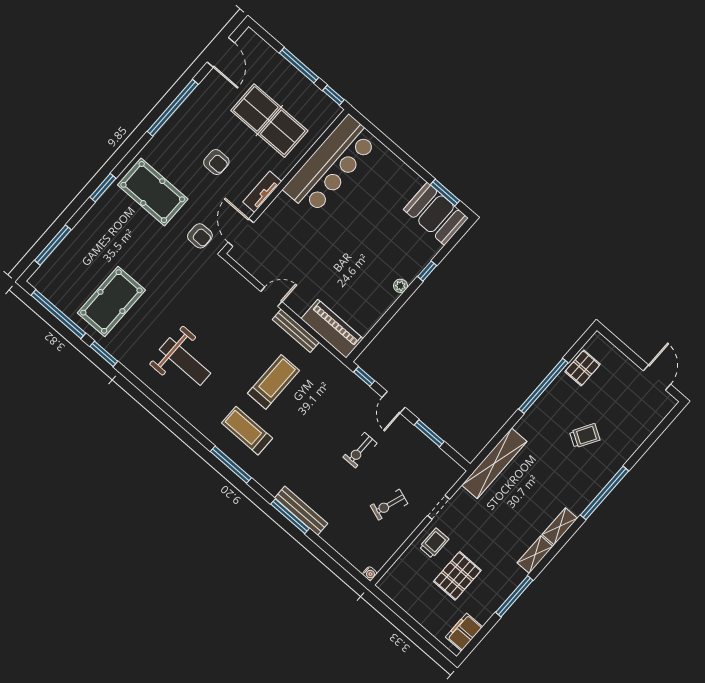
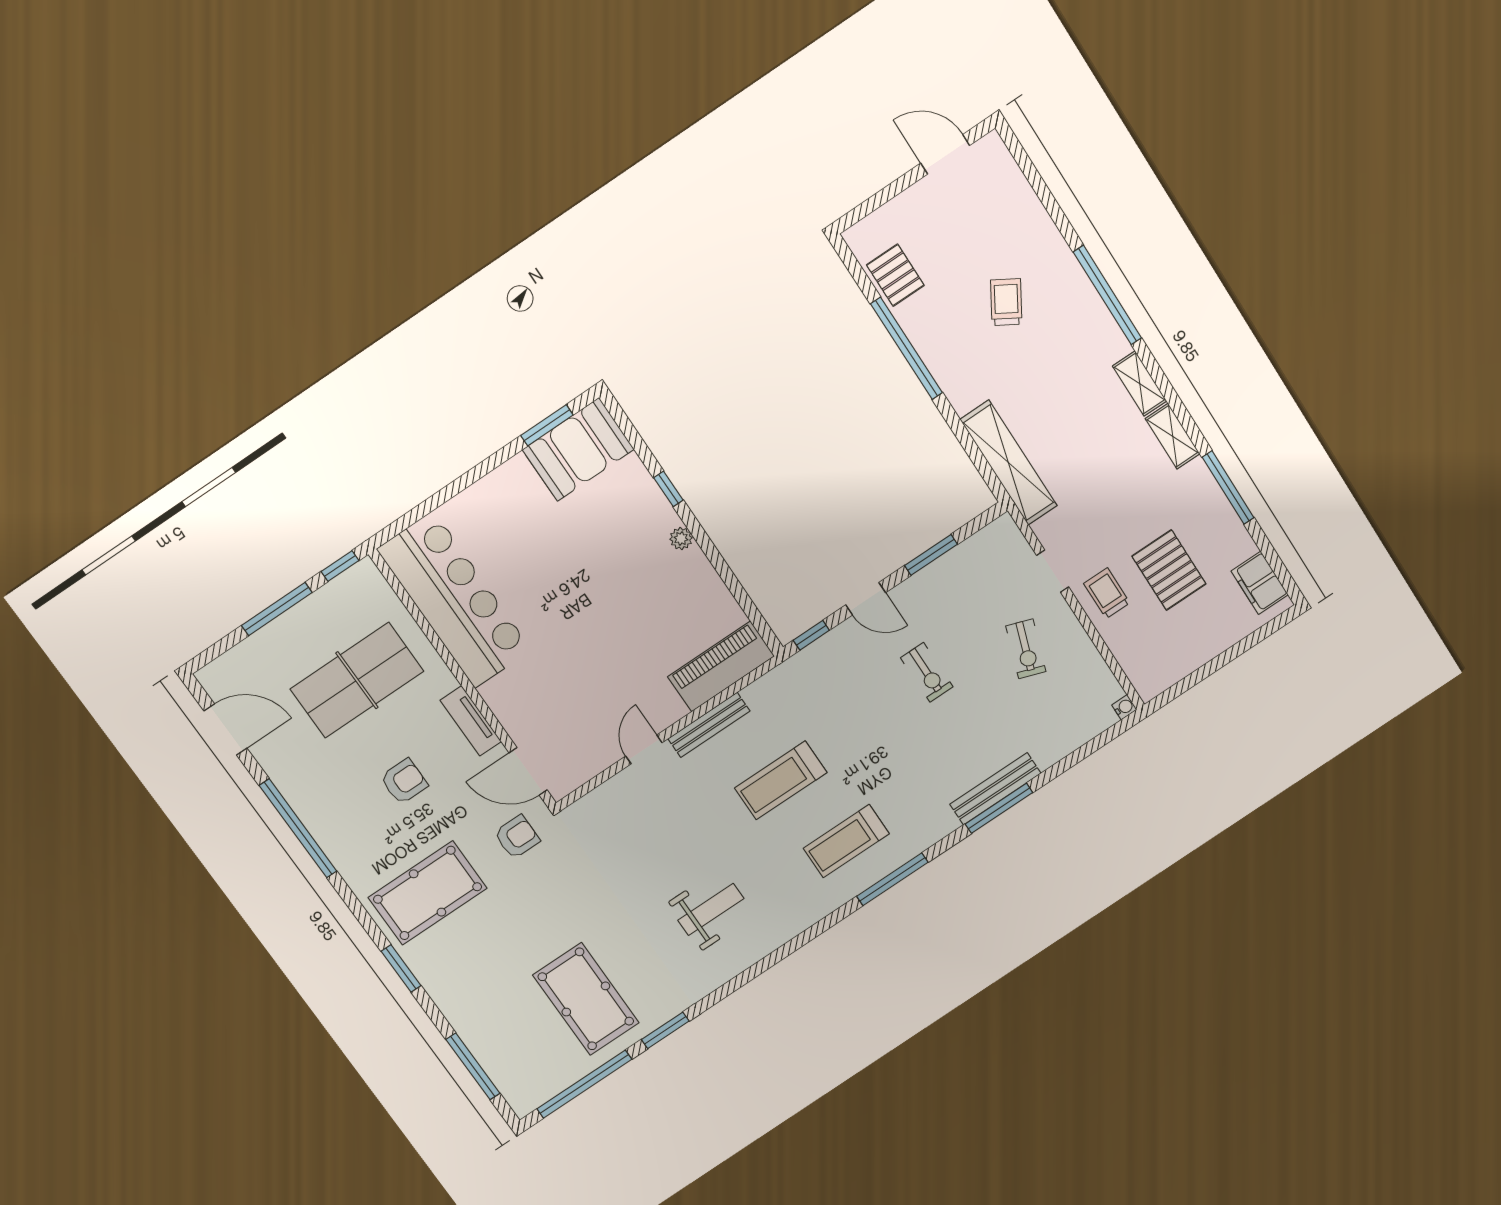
weight bench: (185, 361) -> (711, 909), width x0.73, depth x0.75
treadmill: (274, 382) -> (781, 780), turned -90

